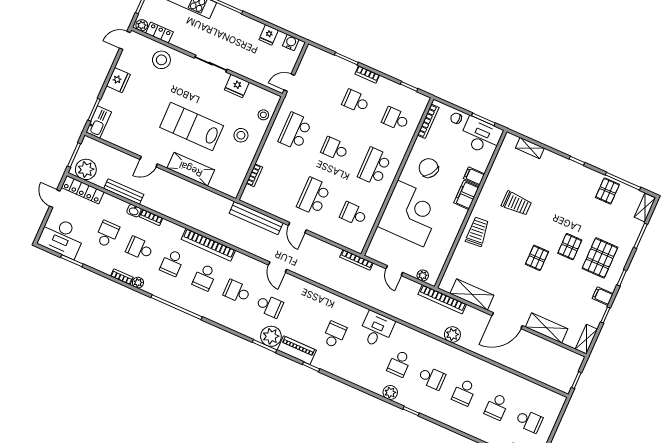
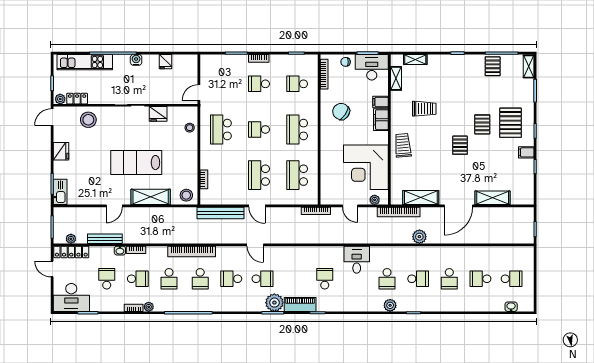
water cooler: (291, 43) -> (136, 60), moved
stool: (241, 135) -> (186, 195), moved
plant: (86, 169) -> (71, 239), width x0.53, depth x0.53
corner desk: (410, 213) -> (366, 167), moved, turned 180
school desk: (353, 214) -> (297, 175), width x1.85
school desk: (140, 248) -> (138, 279), turned 180
shelving: (586, 339) -> (396, 78), moved
school desk: (497, 407) -> (480, 279), turned 90

